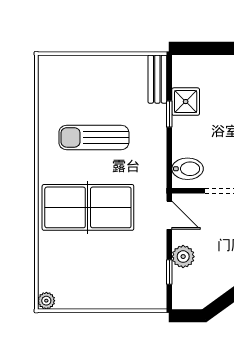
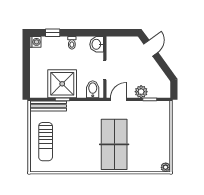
bench: (157, 79) -> (48, 106), width x1.36
shower: (186, 102) -> (62, 84), width x1.86, depth x1.86
sun lounger: (94, 137) -> (46, 142), moved

